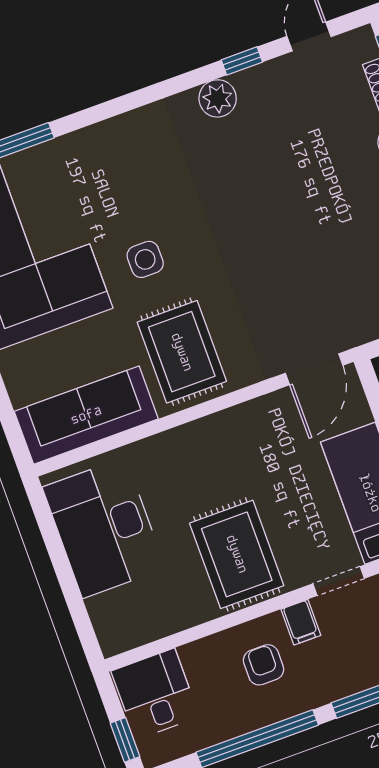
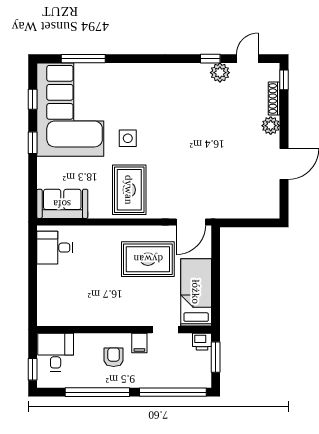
plant: (218, 98) -> (220, 73), moved
sofa: (86, 415) -> (62, 204), width x0.73
desk: (104, 528) -> (55, 248), width x0.53, depth x0.77
rug: (237, 554) -> (148, 259), moved, turned 90

